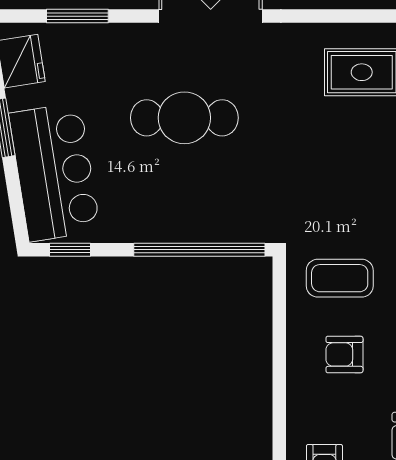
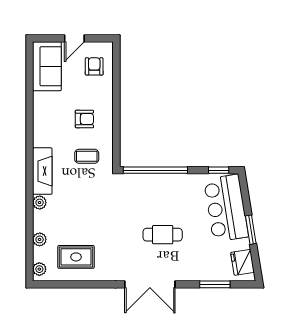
cafe table: (184, 118) -> (163, 235), width x0.73, depth x0.74
coffee table: (340, 278) -> (87, 156), width x0.73, depth x0.77

